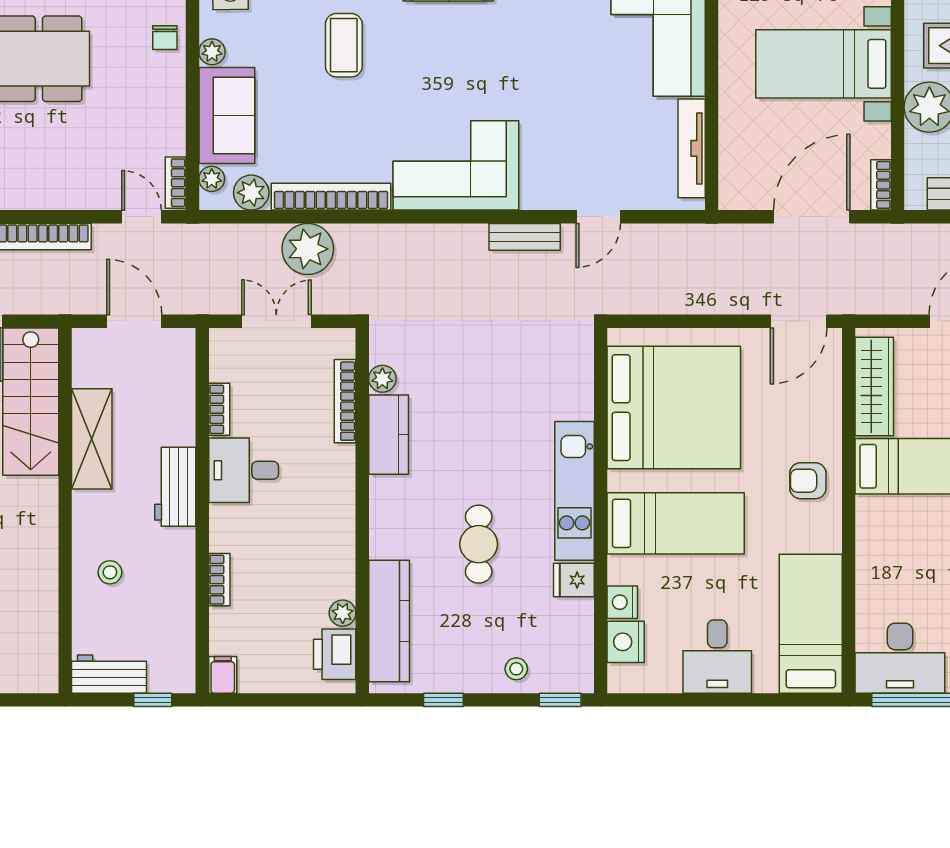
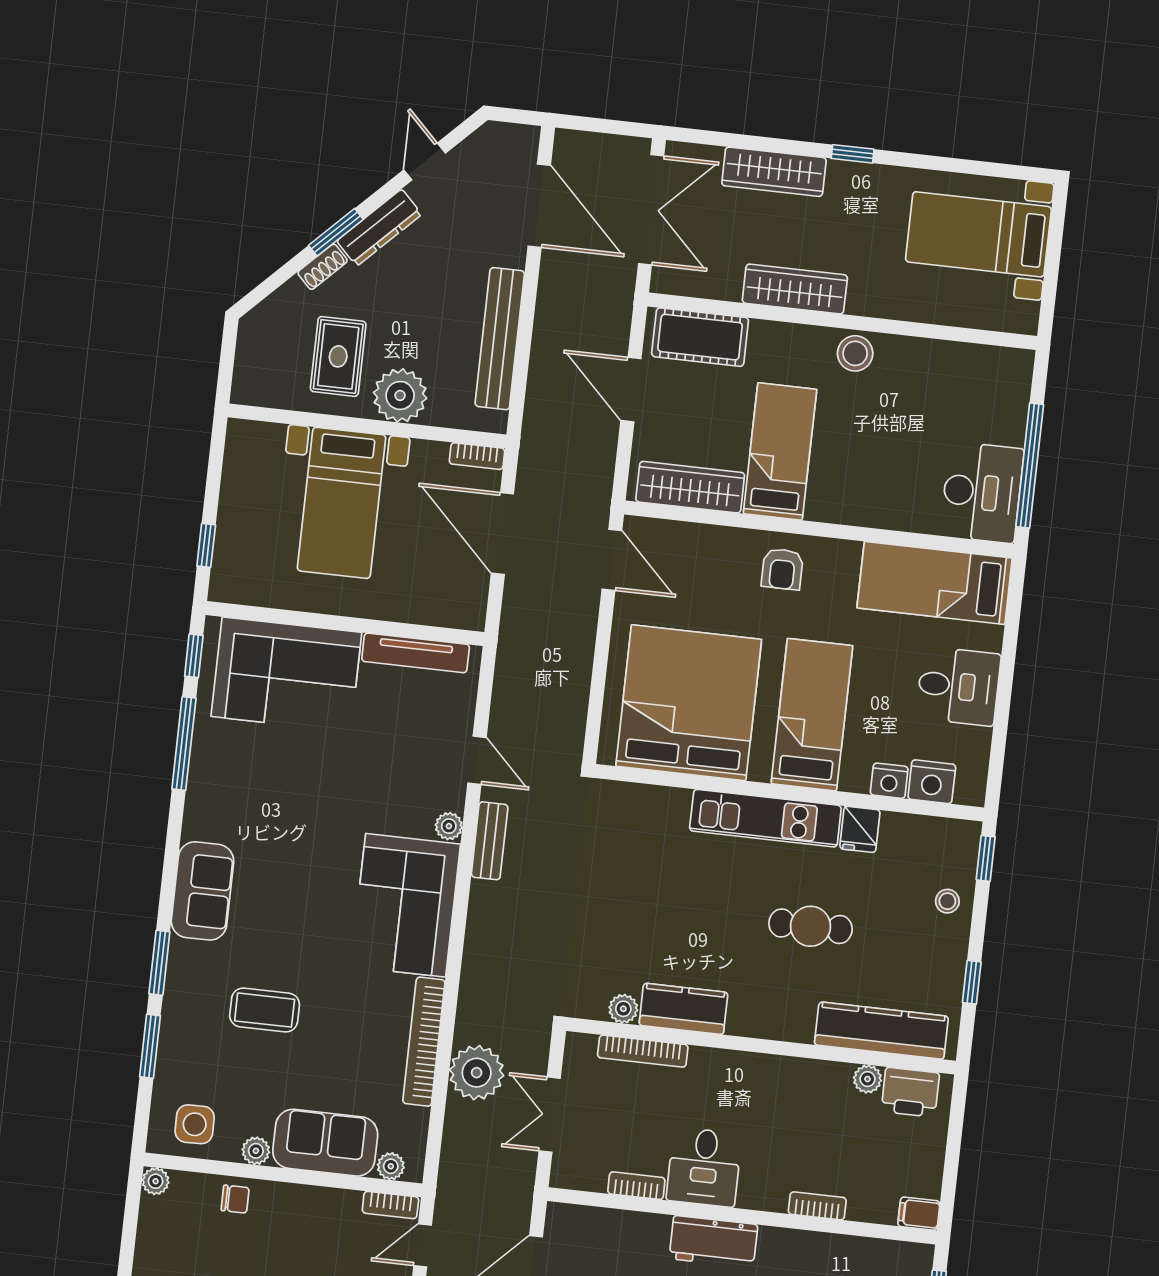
plant: (251, 193) -> (449, 826), moved, width x0.73, depth x0.73

